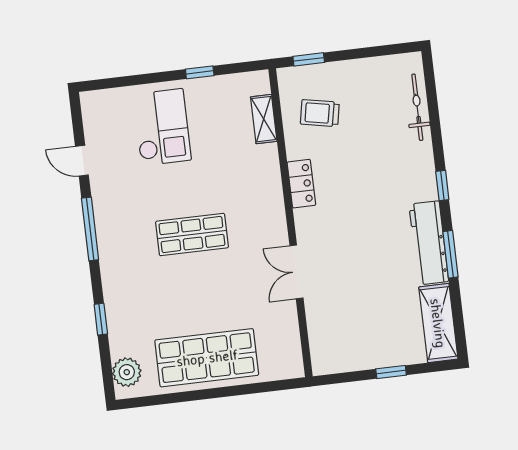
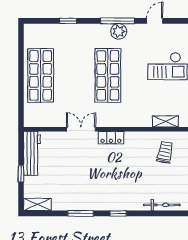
locker: (301, 184) -> (111, 138), moved
shop shelf: (192, 235) -> (108, 75), width x1.43, depth x1.36
workbench: (429, 243) -> (32, 153), moved, turned 90
shelving: (438, 323) -> (37, 204), width x0.67, depth x0.75
plant: (127, 372) -> (119, 31), moved

